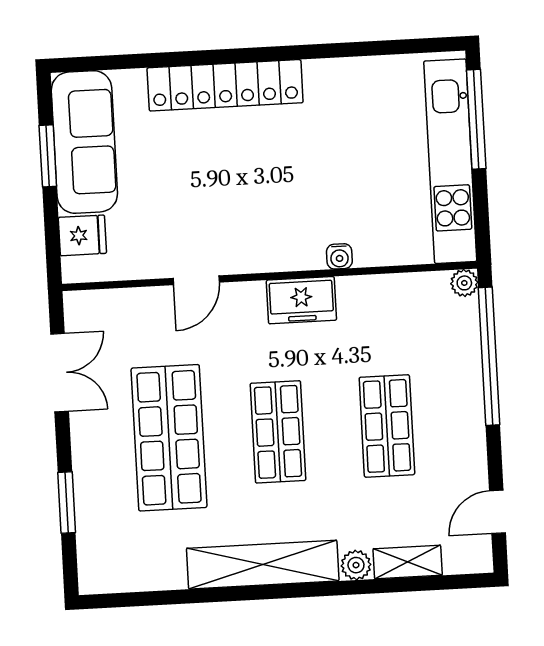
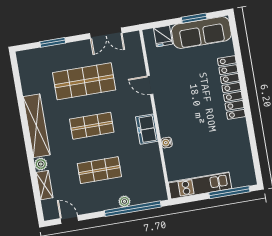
kitchen unit: (450, 161) -> (200, 185), width x0.73
plant: (464, 283) -> (124, 201), moved

